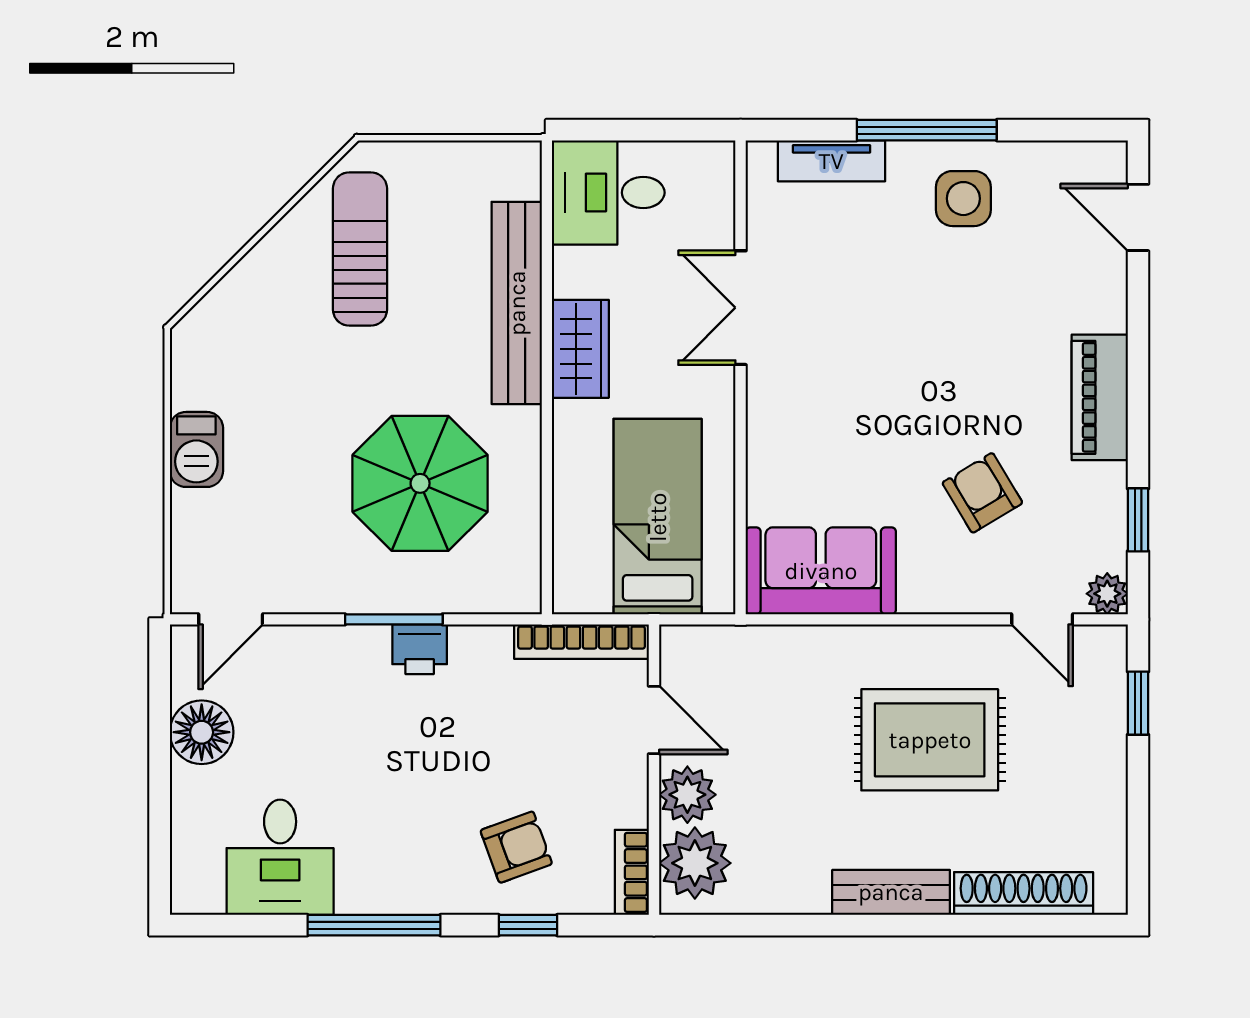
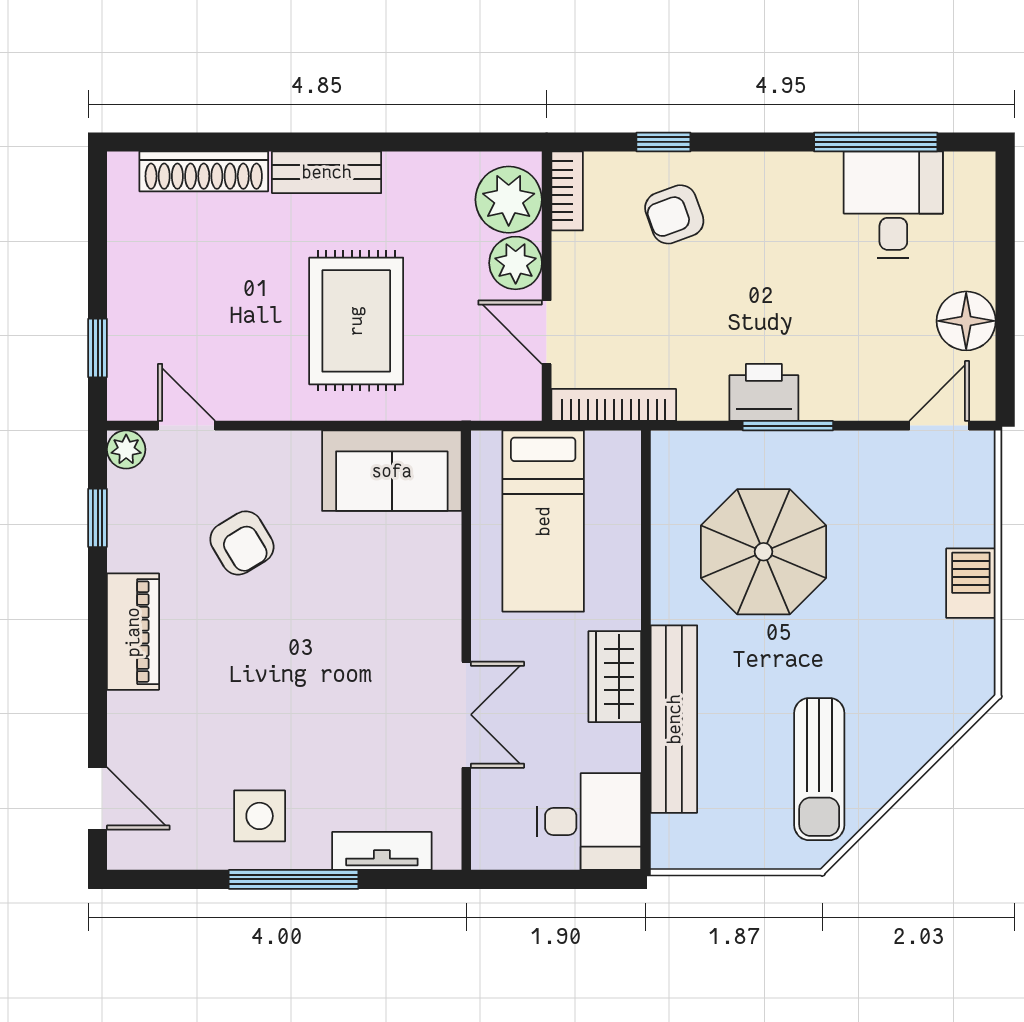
printer: (420, 649) -> (764, 392), width x1.36, depth x1.24
rug: (930, 740) -> (356, 321), moved, turned 90
window: (374, 925) -> (876, 142), moved

